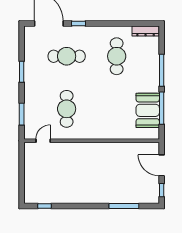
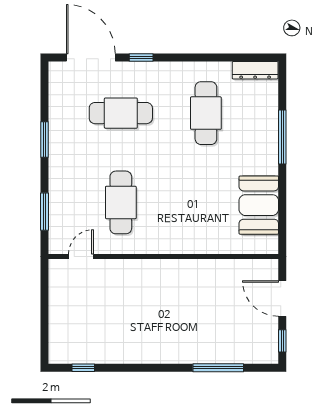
window: (162, 108) -> (282, 201), removed

